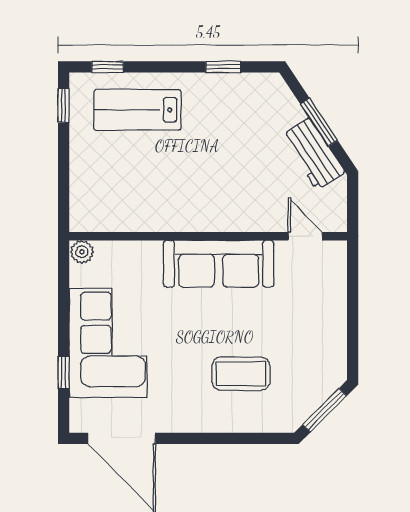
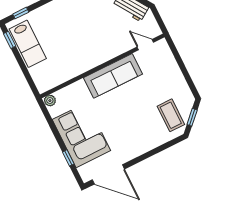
lab bench: (137, 110) -> (28, 44), moved, turned -90
coffee table: (241, 374) -> (171, 115), moved, turned 90
window: (325, 410) -> (192, 117), width x0.67

